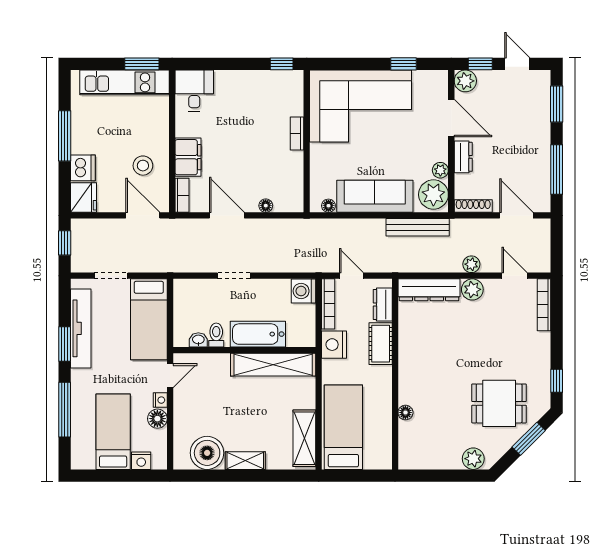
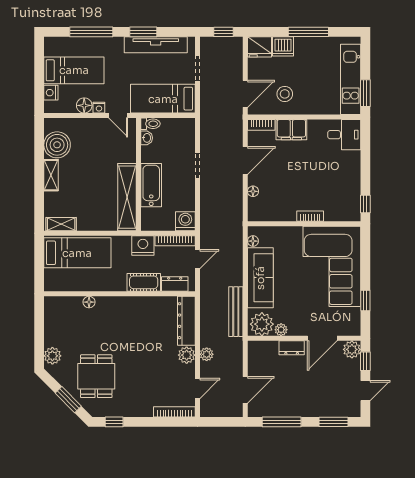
shoe rack: (473, 206) -> (253, 356), removed
toilet: (216, 335) -> (150, 124), moved
shelving: (304, 438) -> (61, 224), width x0.67, depth x0.75

